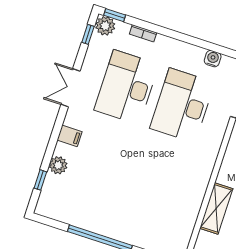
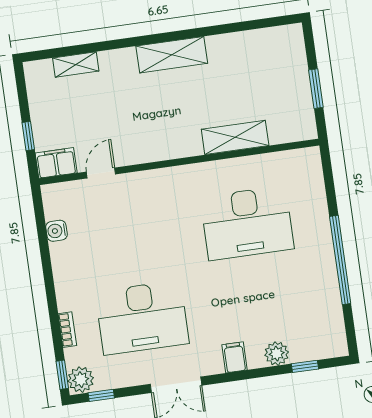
desk: (182, 105) -> (247, 223), moved

